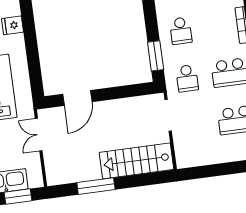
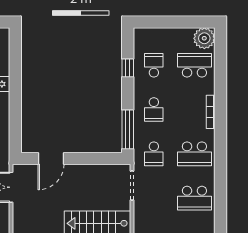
window: (156, 56) -> (128, 129), width x1.44

